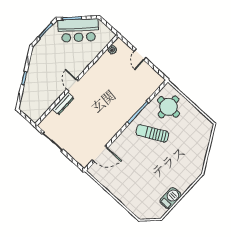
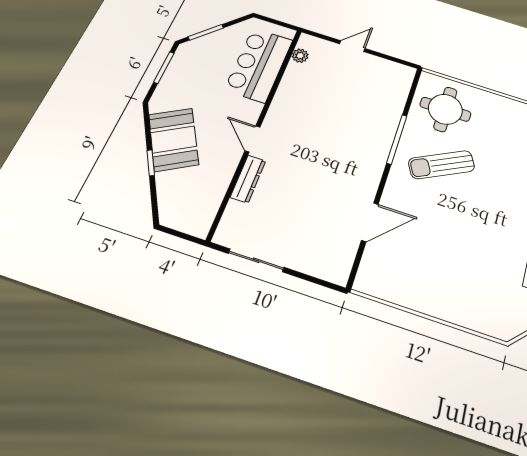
bar counter: (78, 30) -> (259, 65), moved, turned 135
door: (140, 55) -> (352, 46), swing flipped
booth: (38, 71) -> (174, 139), added
door: (100, 154) -> (370, 222), moved

